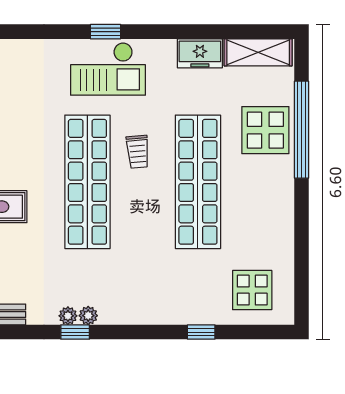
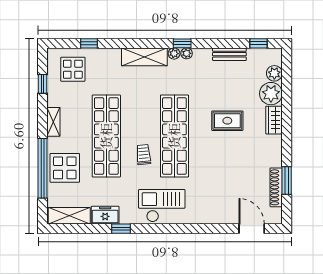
window: (106, 32) -> (121, 229), moved
shelving: (284, 205) -> (53, 122), added
window: (301, 266) -> (42, 84), added
shelving: (136, 310) -> (144, 57), added
window: (201, 332) -> (89, 43), moved

